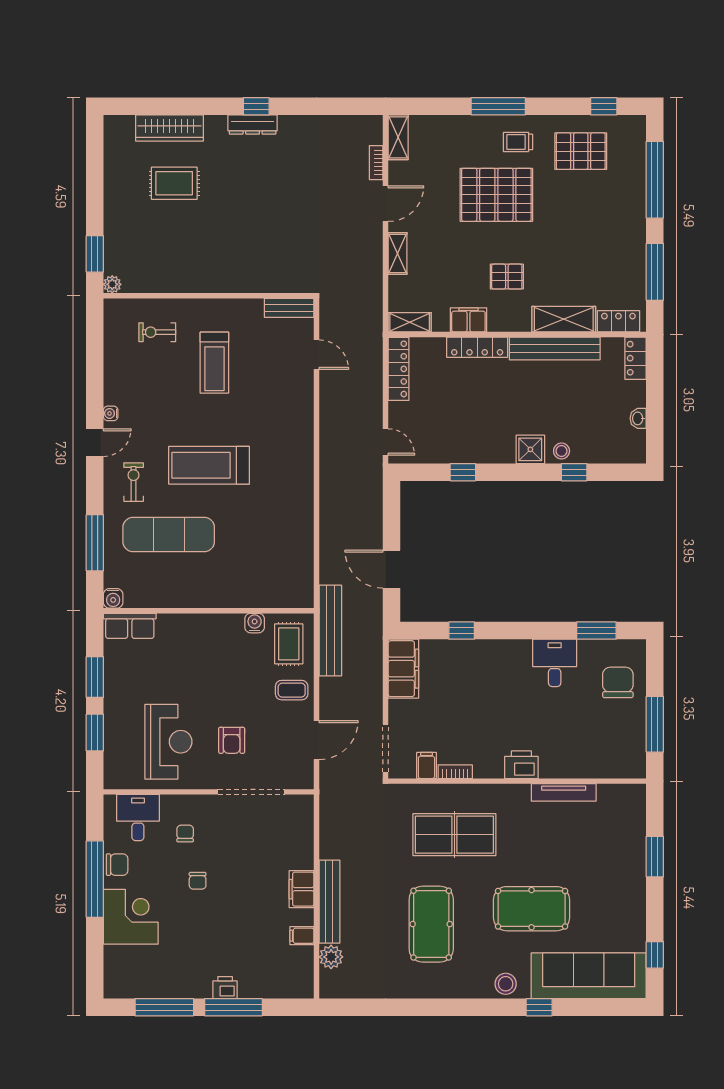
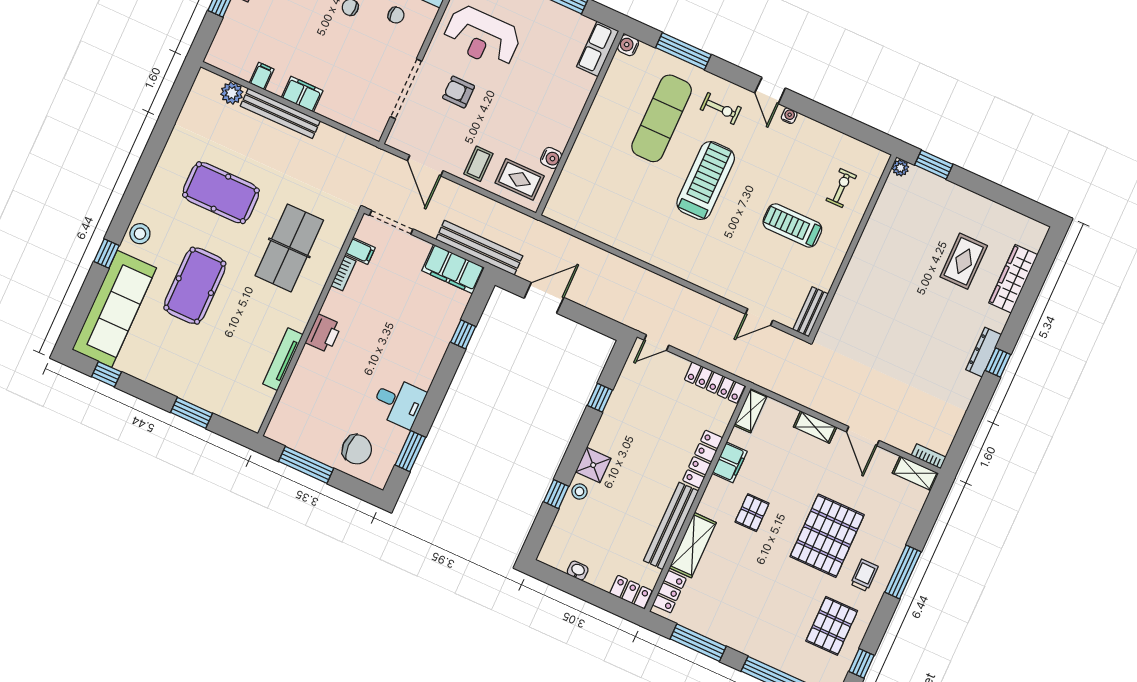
bookcase: (376, 163) -> (929, 456), moved
bench: (330, 631) -> (479, 248), moved

